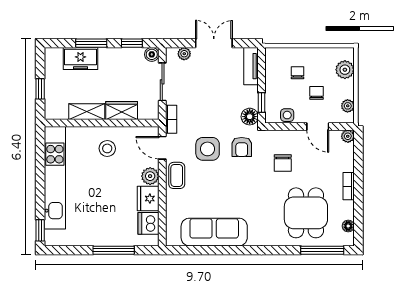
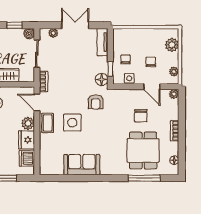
chair: (298, 73) -> (126, 59), moved
side table: (208, 149) -> (72, 123), moved
chair: (283, 163) -> (141, 116), moved
sofa: (214, 232) -> (82, 165), width x0.73
window: (322, 250) -> (144, 178), moved

